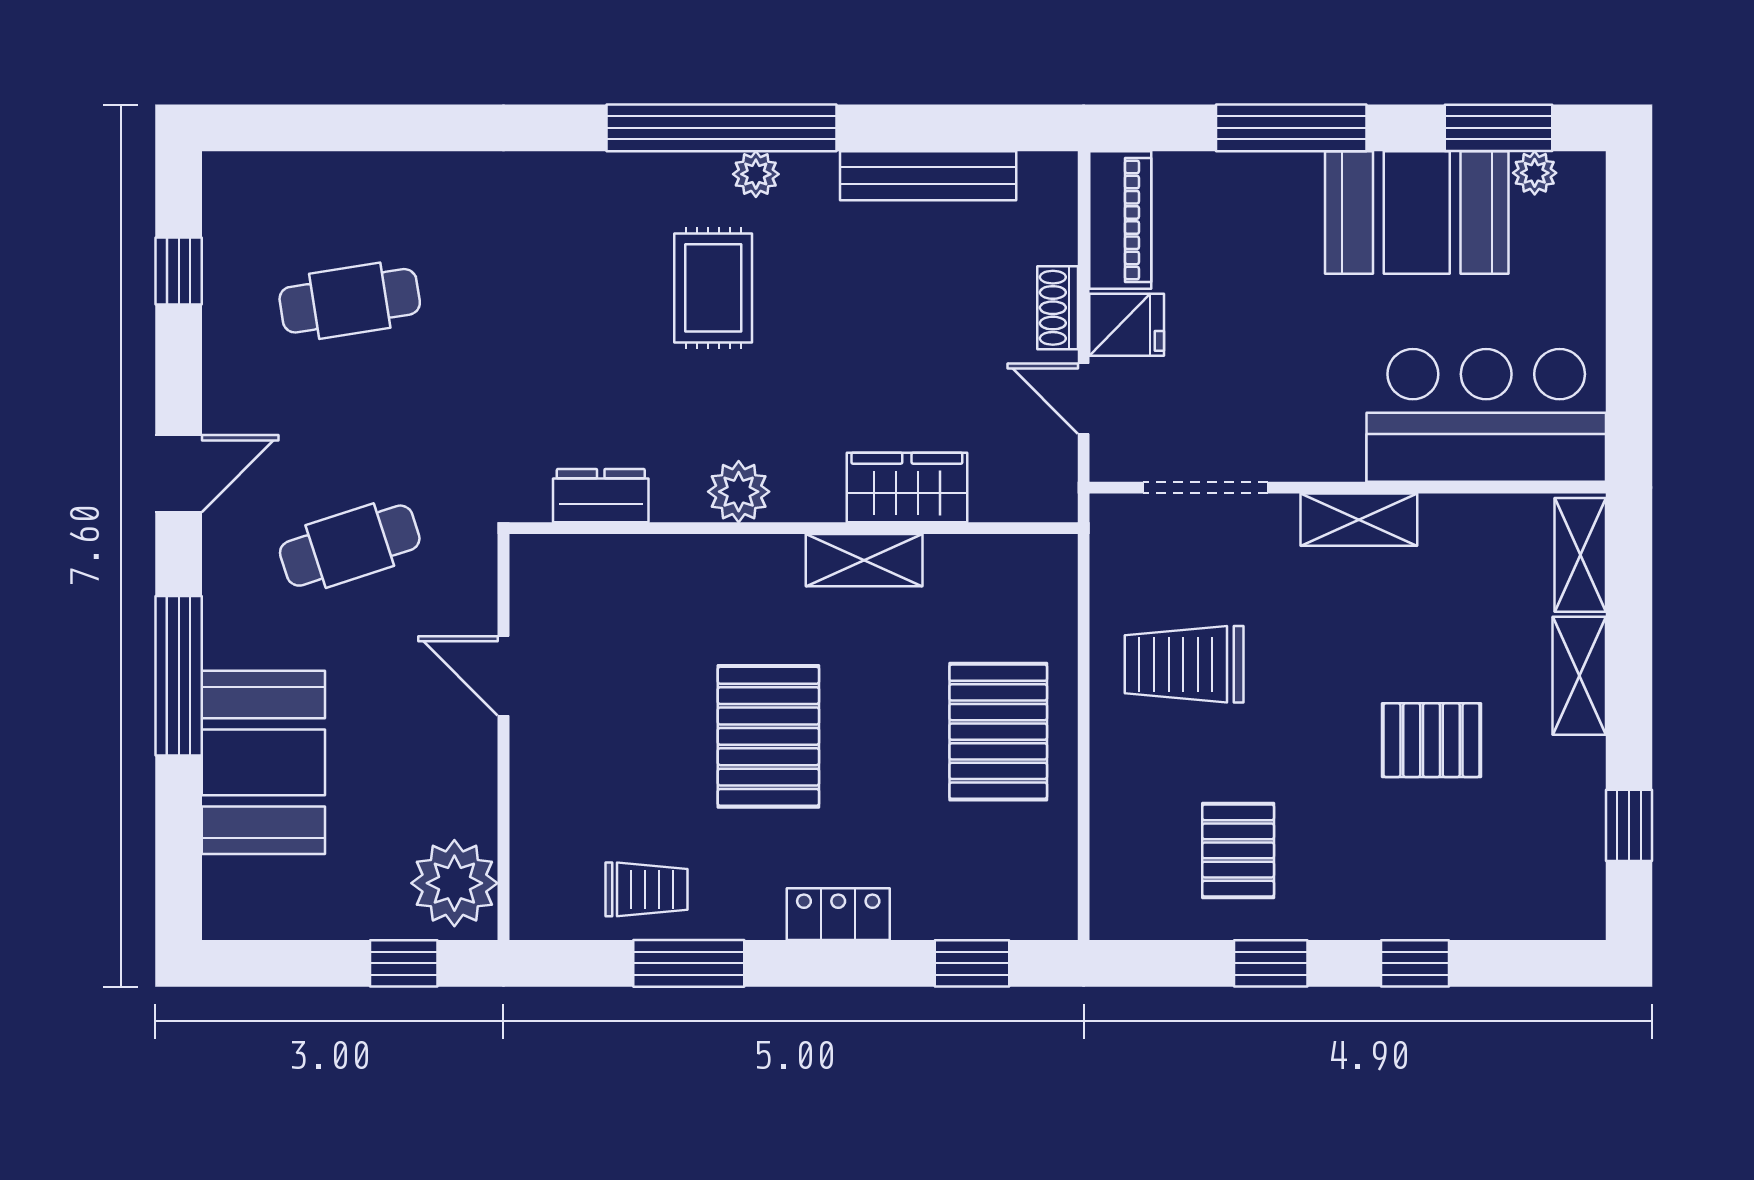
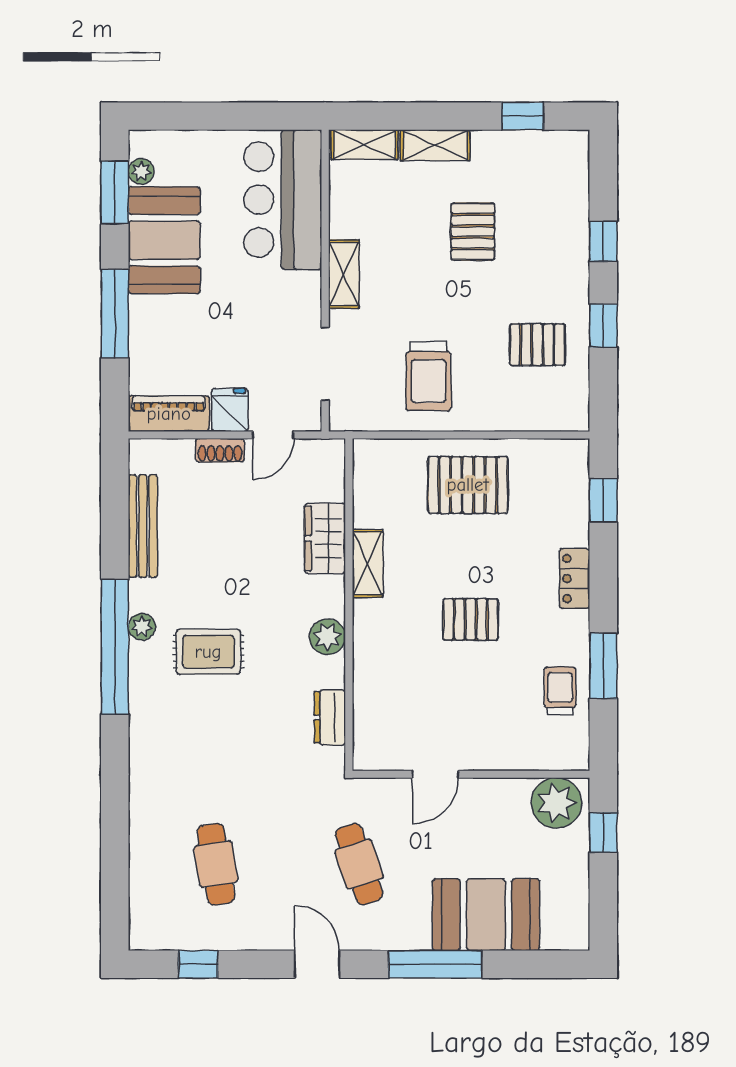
pallet: (768, 736) -> (471, 619), width x0.67, depth x0.71

